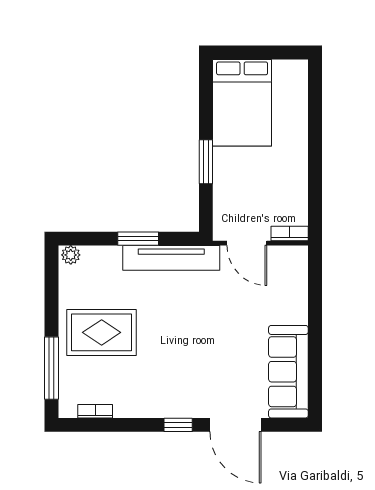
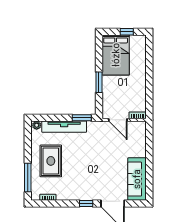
window: (266, 52) -> (127, 32), added
window: (138, 239) -> (82, 118), moved
tv unit: (171, 258) -> (64, 127), moved
rug: (102, 332) -> (51, 161), turned 90

